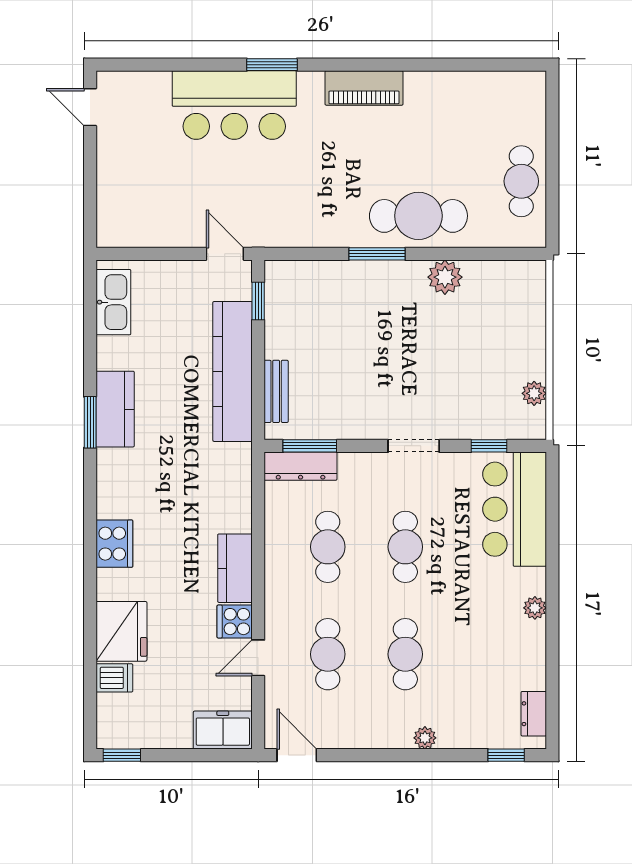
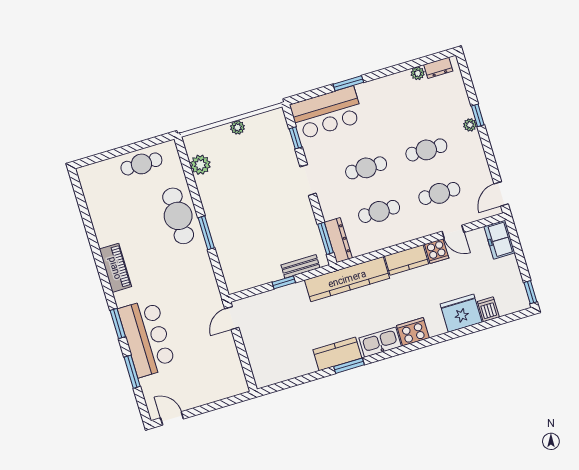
window: (186, 65) -> (132, 372), added
door: (90, 107) -> (172, 418), swing flipped
plant: (445, 277) -> (200, 165), moved
window: (258, 301) -> (284, 282), moved
kitchen sink: (113, 302) -> (380, 342), moved
kitchen counter: (233, 371) -> (347, 279), moved
plant: (534, 393) -> (237, 127), moved
window: (552, 559) -> (348, 83), added
plant: (535, 608) -> (418, 73), moved
window: (506, 755) -> (478, 115), moved

